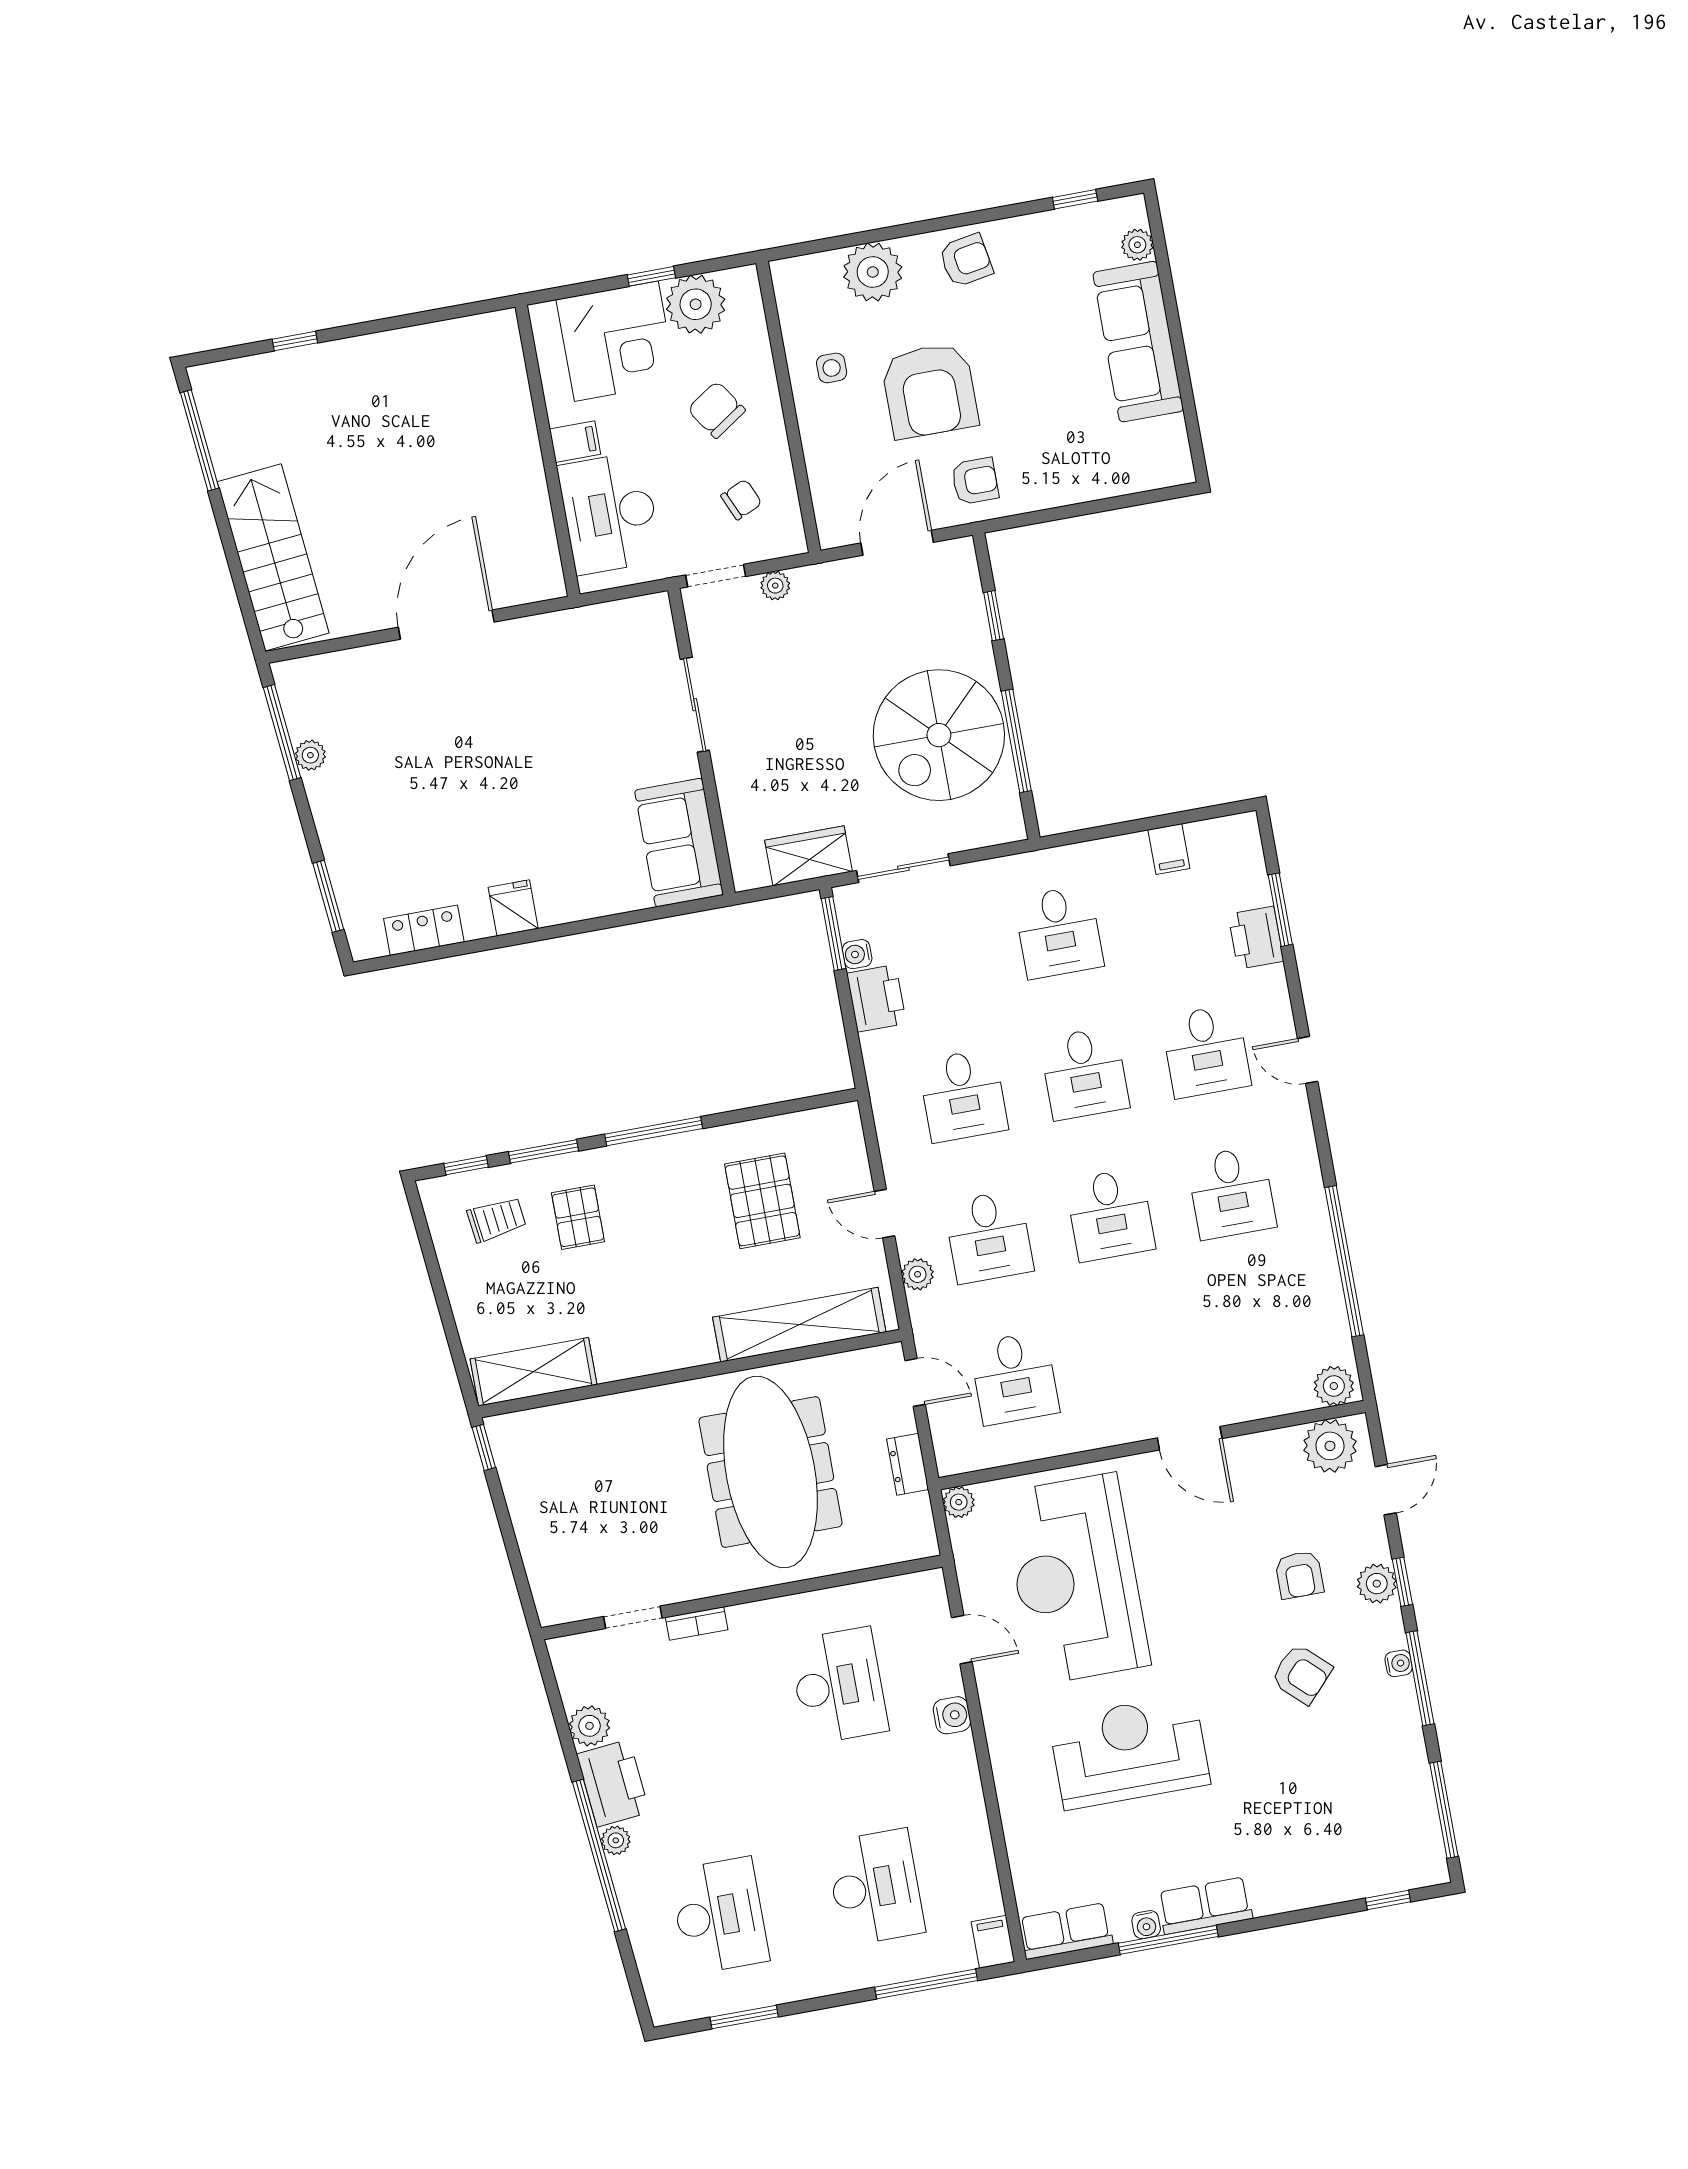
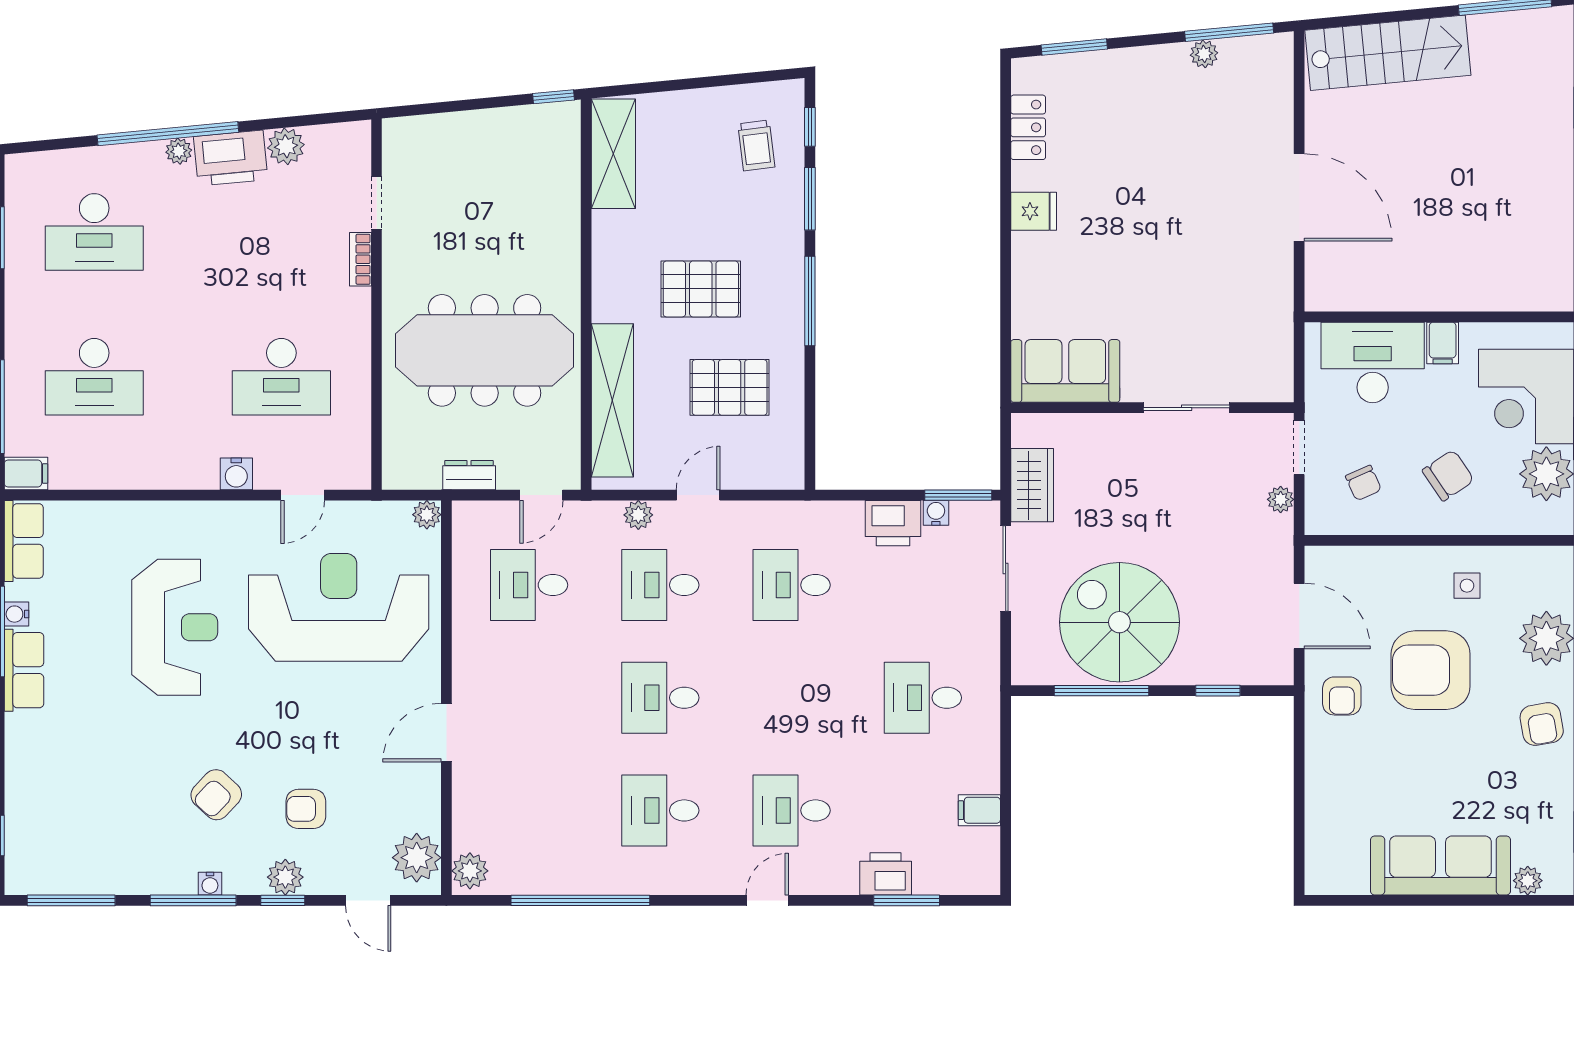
desk: (1084, 1073) -> (792, 698), removed
pallet: (578, 1217) -> (701, 289), moved, width x1.50, depth x1.42

